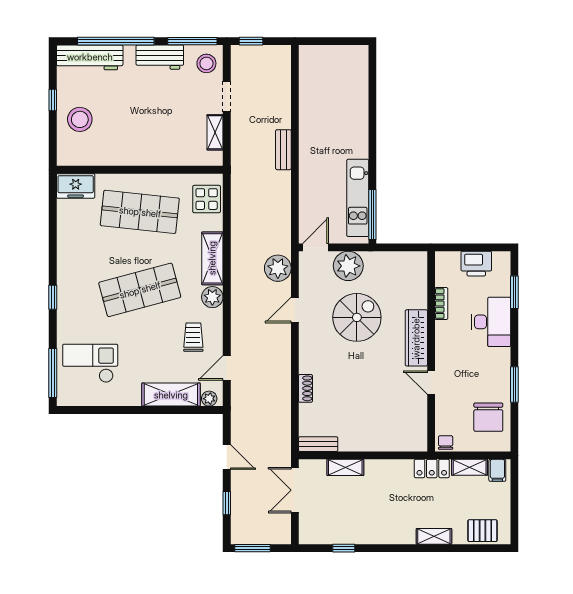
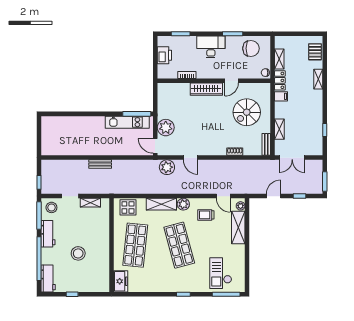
workbench: (90, 57) -> (48, 278), width x0.73
stool: (80, 119) -> (78, 253), moved
spiral stairs: (357, 317) -> (247, 112), moved, turned -90
desk: (491, 322) -> (211, 47), moved
filing cabinet: (497, 470) -> (281, 96), moved

